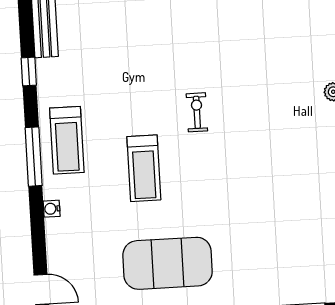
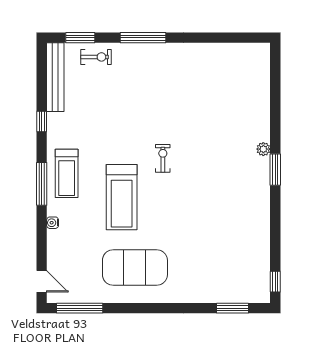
treadmill: (144, 168) -> (122, 197), width x1.37, depth x1.38

